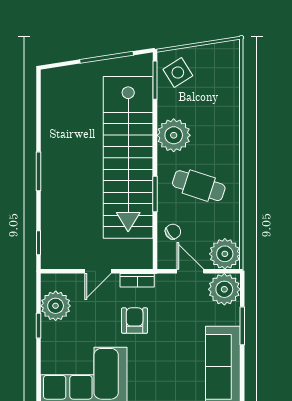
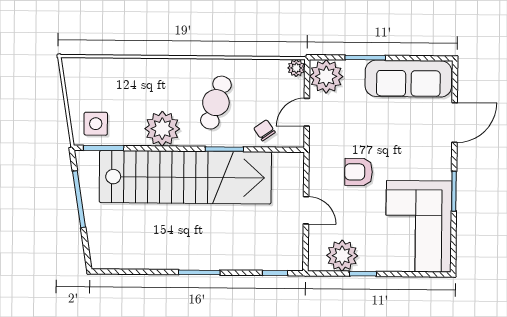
side table: (178, 72) -> (96, 124), turned 32
plant: (225, 254) -> (296, 68), width x0.53, depth x0.53
bookcase: (137, 280) -> (316, 169), removed

